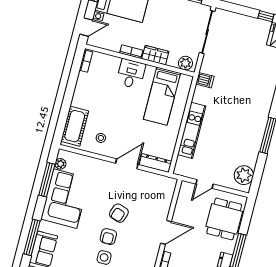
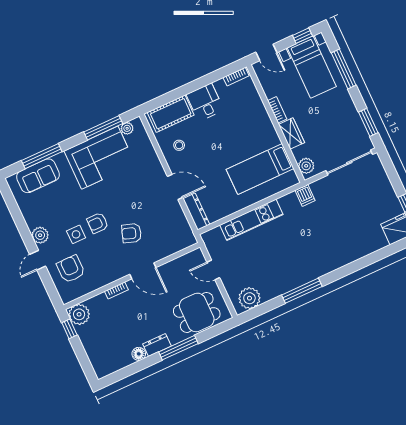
desk: (131, 74) -> (205, 102), moved, turned -90
armchair: (119, 213) -> (132, 233), moved

